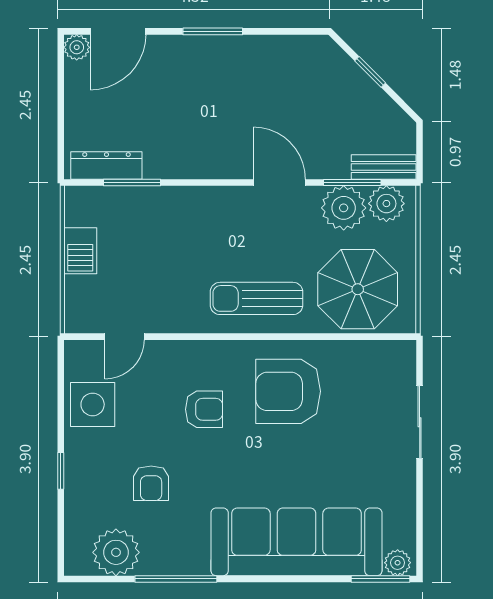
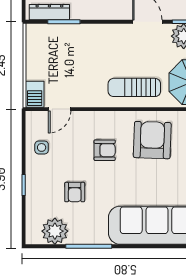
barbecue: (80, 251) -> (35, 94), moved
armchair: (288, 391) -> (152, 140), turned 92
side table: (93, 404) -> (42, 147), width x0.54, depth x0.54

